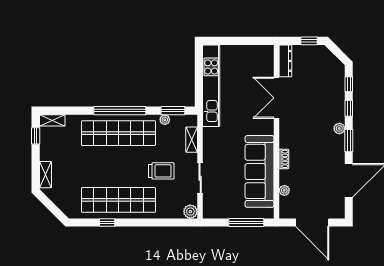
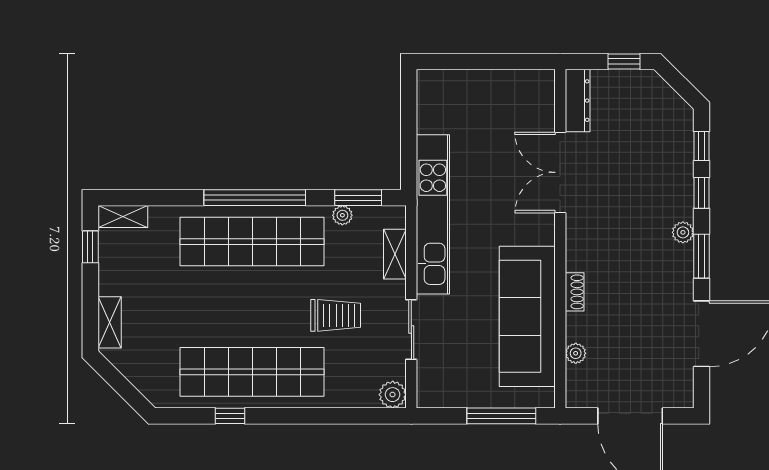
kitchen unit: (211, 86) -> (433, 214), moved

